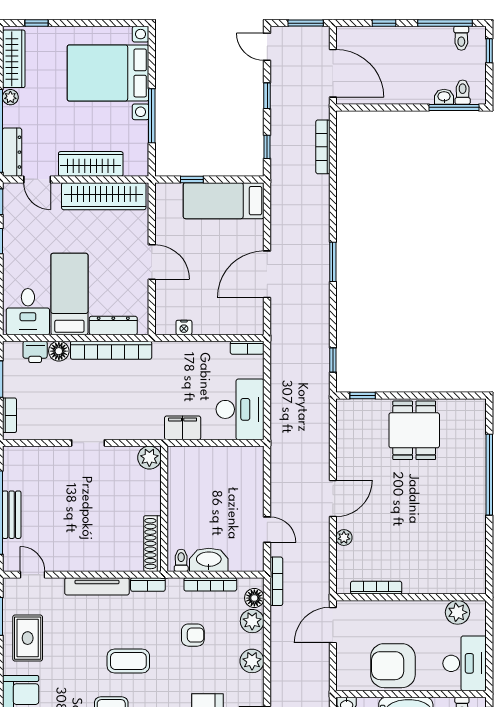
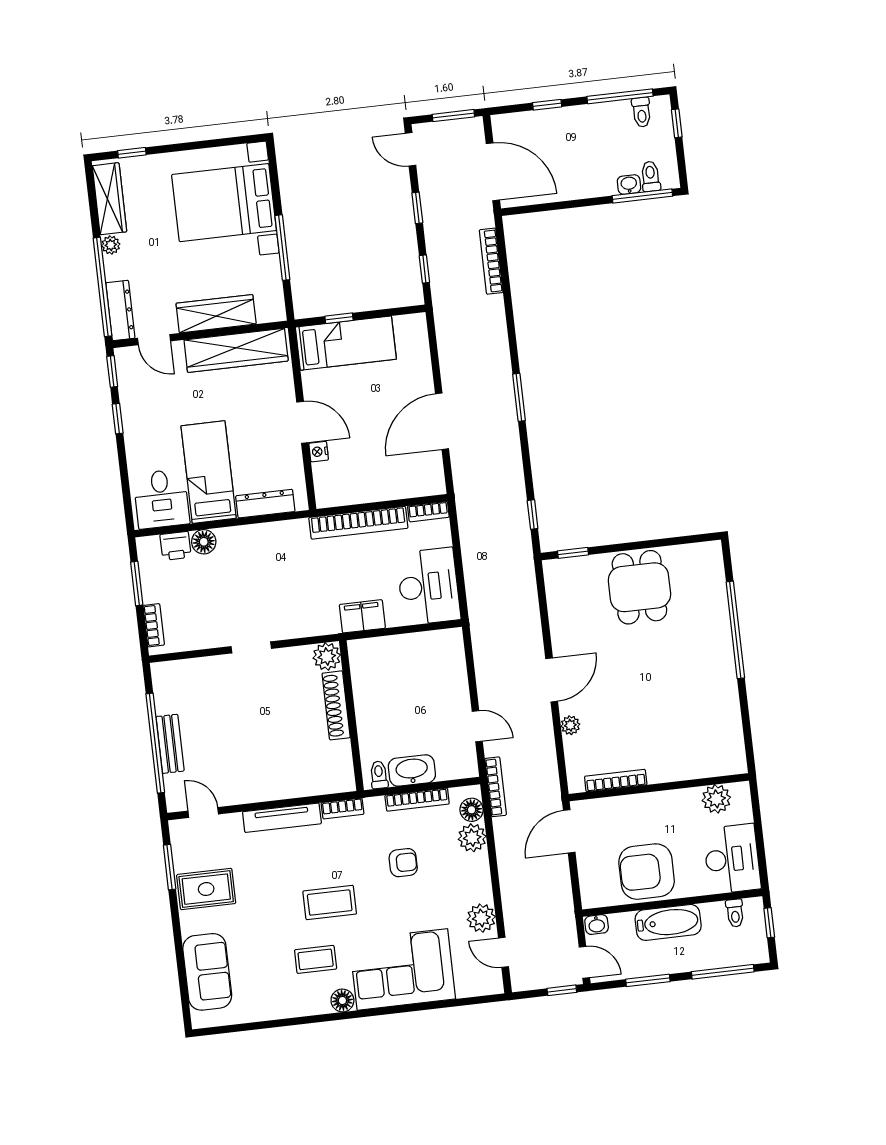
bed: (224, 201) -> (346, 343), moved, turned 180
nightstand: (184, 327) -> (319, 452), moved, turned 90
bookcase: (111, 350) -> (358, 523), moved
shoe rack: (152, 544) -> (336, 705), moved
rug: (28, 638) -> (206, 889), turned 90
plant: (252, 661) -> (481, 918), moved

